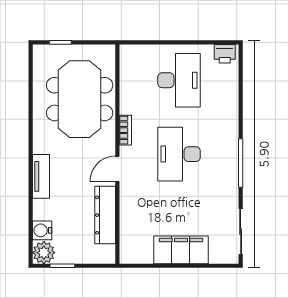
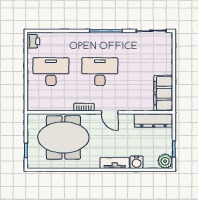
desk: (179, 154) -> (100, 72), turned 180
dresser: (105, 215) -> (153, 121), moved
water cooler: (42, 230) -> (137, 162), moved
filing cabinet: (181, 250) -> (163, 93), moved

